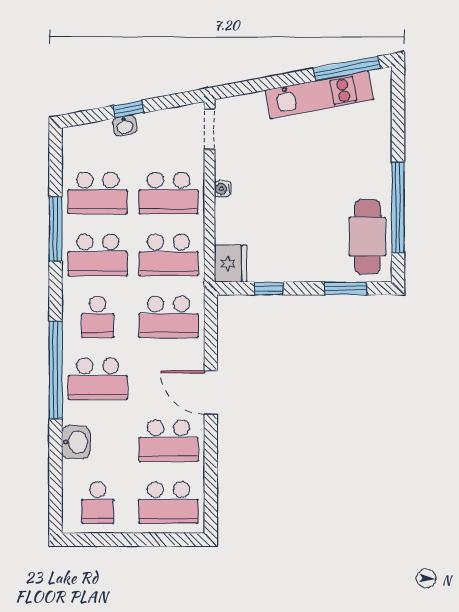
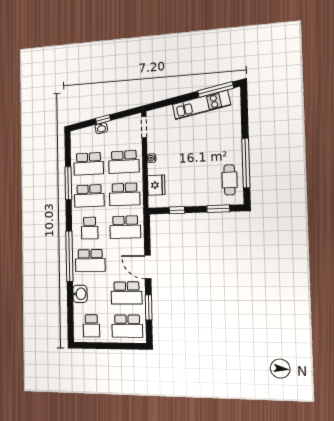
cafe table: (367, 237) -> (229, 180), width x0.73, depth x0.74
fridge: (231, 264) -> (156, 185), moved
window: (211, 467) -> (149, 307), added

